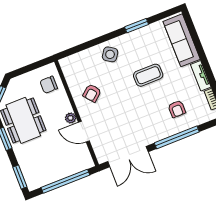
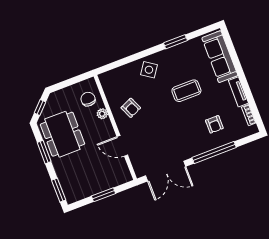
chair: (49, 85) -> (88, 99), turned 90
armchair: (92, 93) -> (131, 108), turned -74
plant: (71, 118) -> (102, 114), moved
window: (65, 181) -> (103, 195), width x0.47

